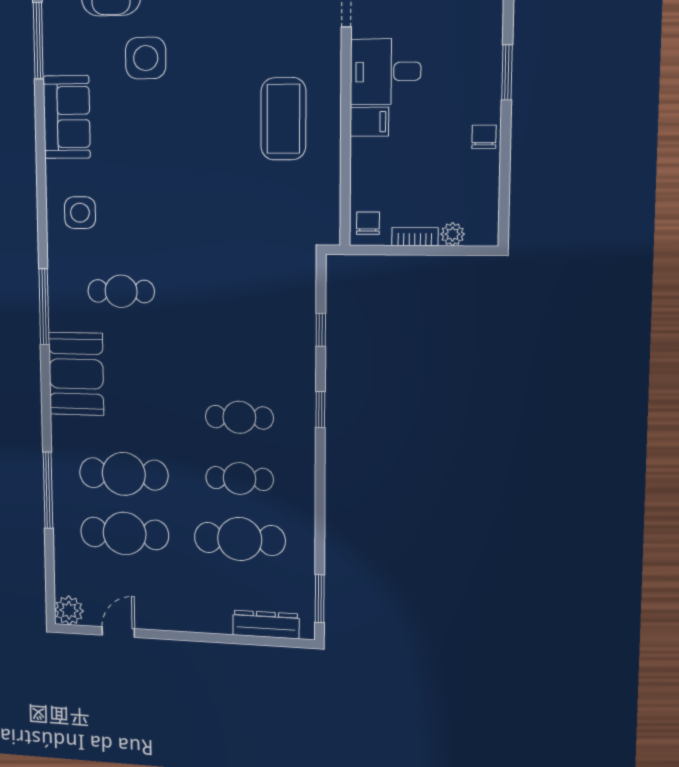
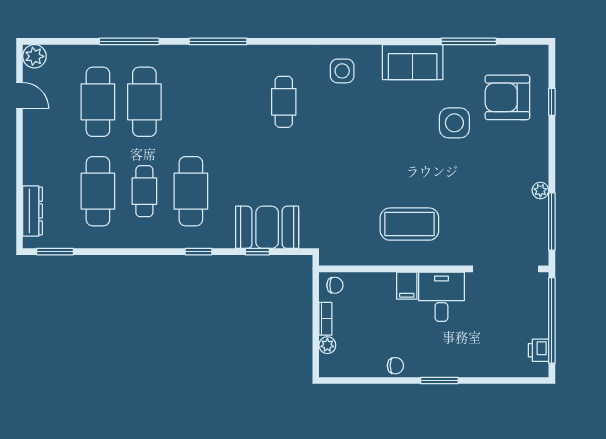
window: (44, 307) -> (218, 41), moved
booth: (76, 374) -> (267, 227), moved
cafe table: (239, 417) -> (191, 191), width x1.37, depth x1.35

